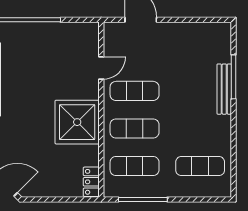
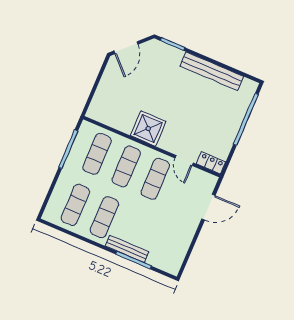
shower: (77, 122) -> (148, 129), width x0.73, depth x0.73
exercise mat: (200, 128) -> (104, 217), added
locker: (91, 182) -> (211, 163), moved

